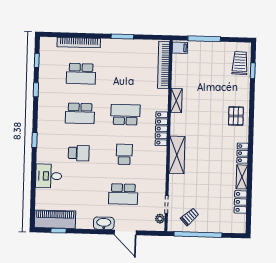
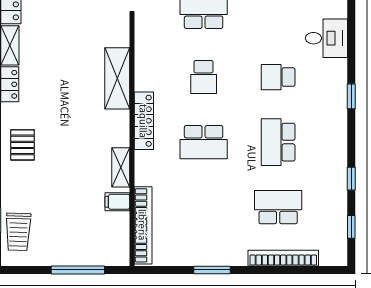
filing cabinet: (180, 48) -> (117, 202), moved
school desk: (80, 113) -> (278, 142), turned -90

